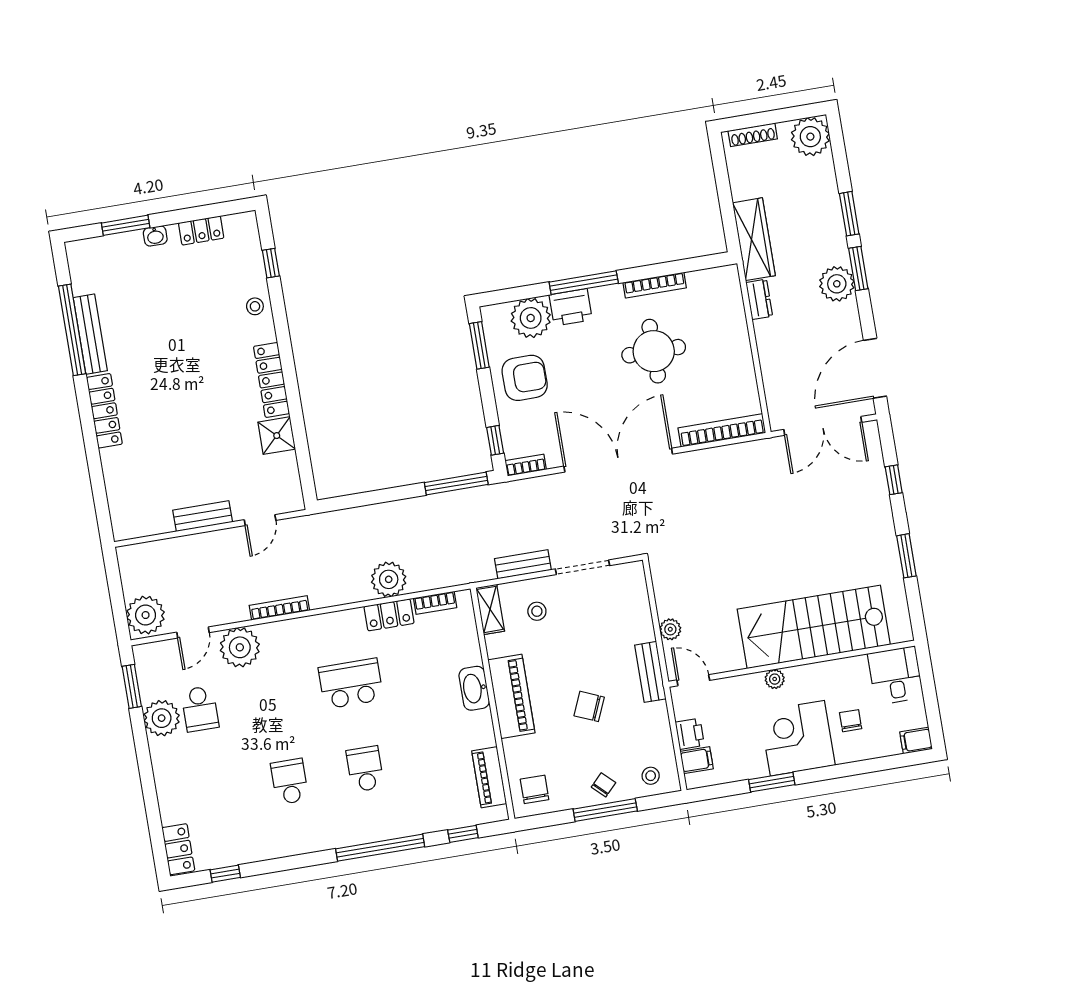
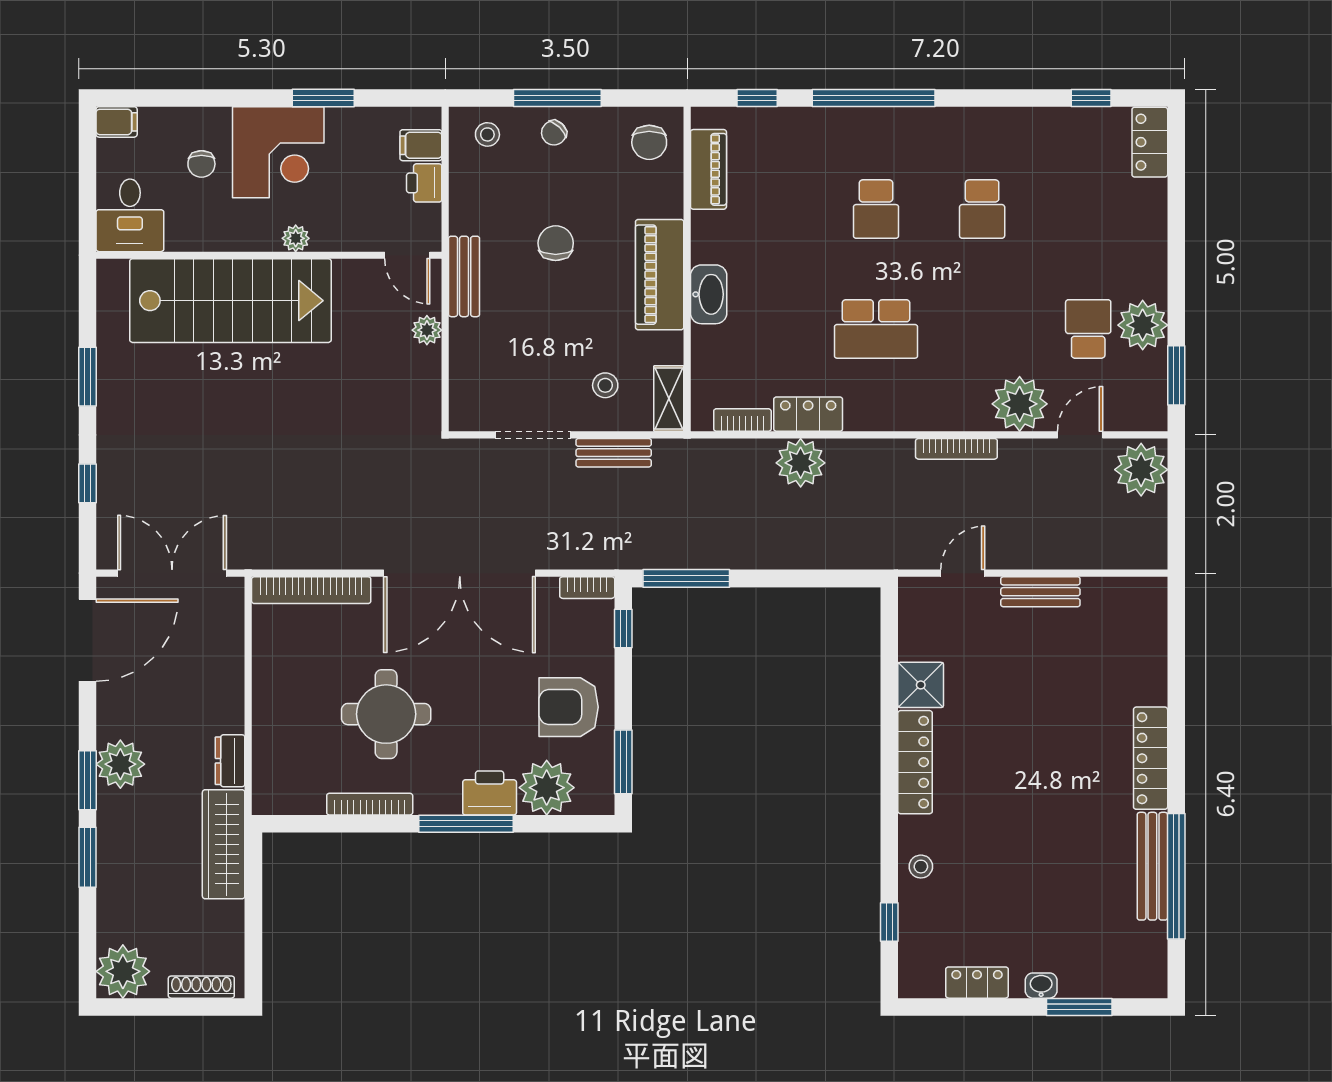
chair: (589, 706) -> (556, 243), turned -113

